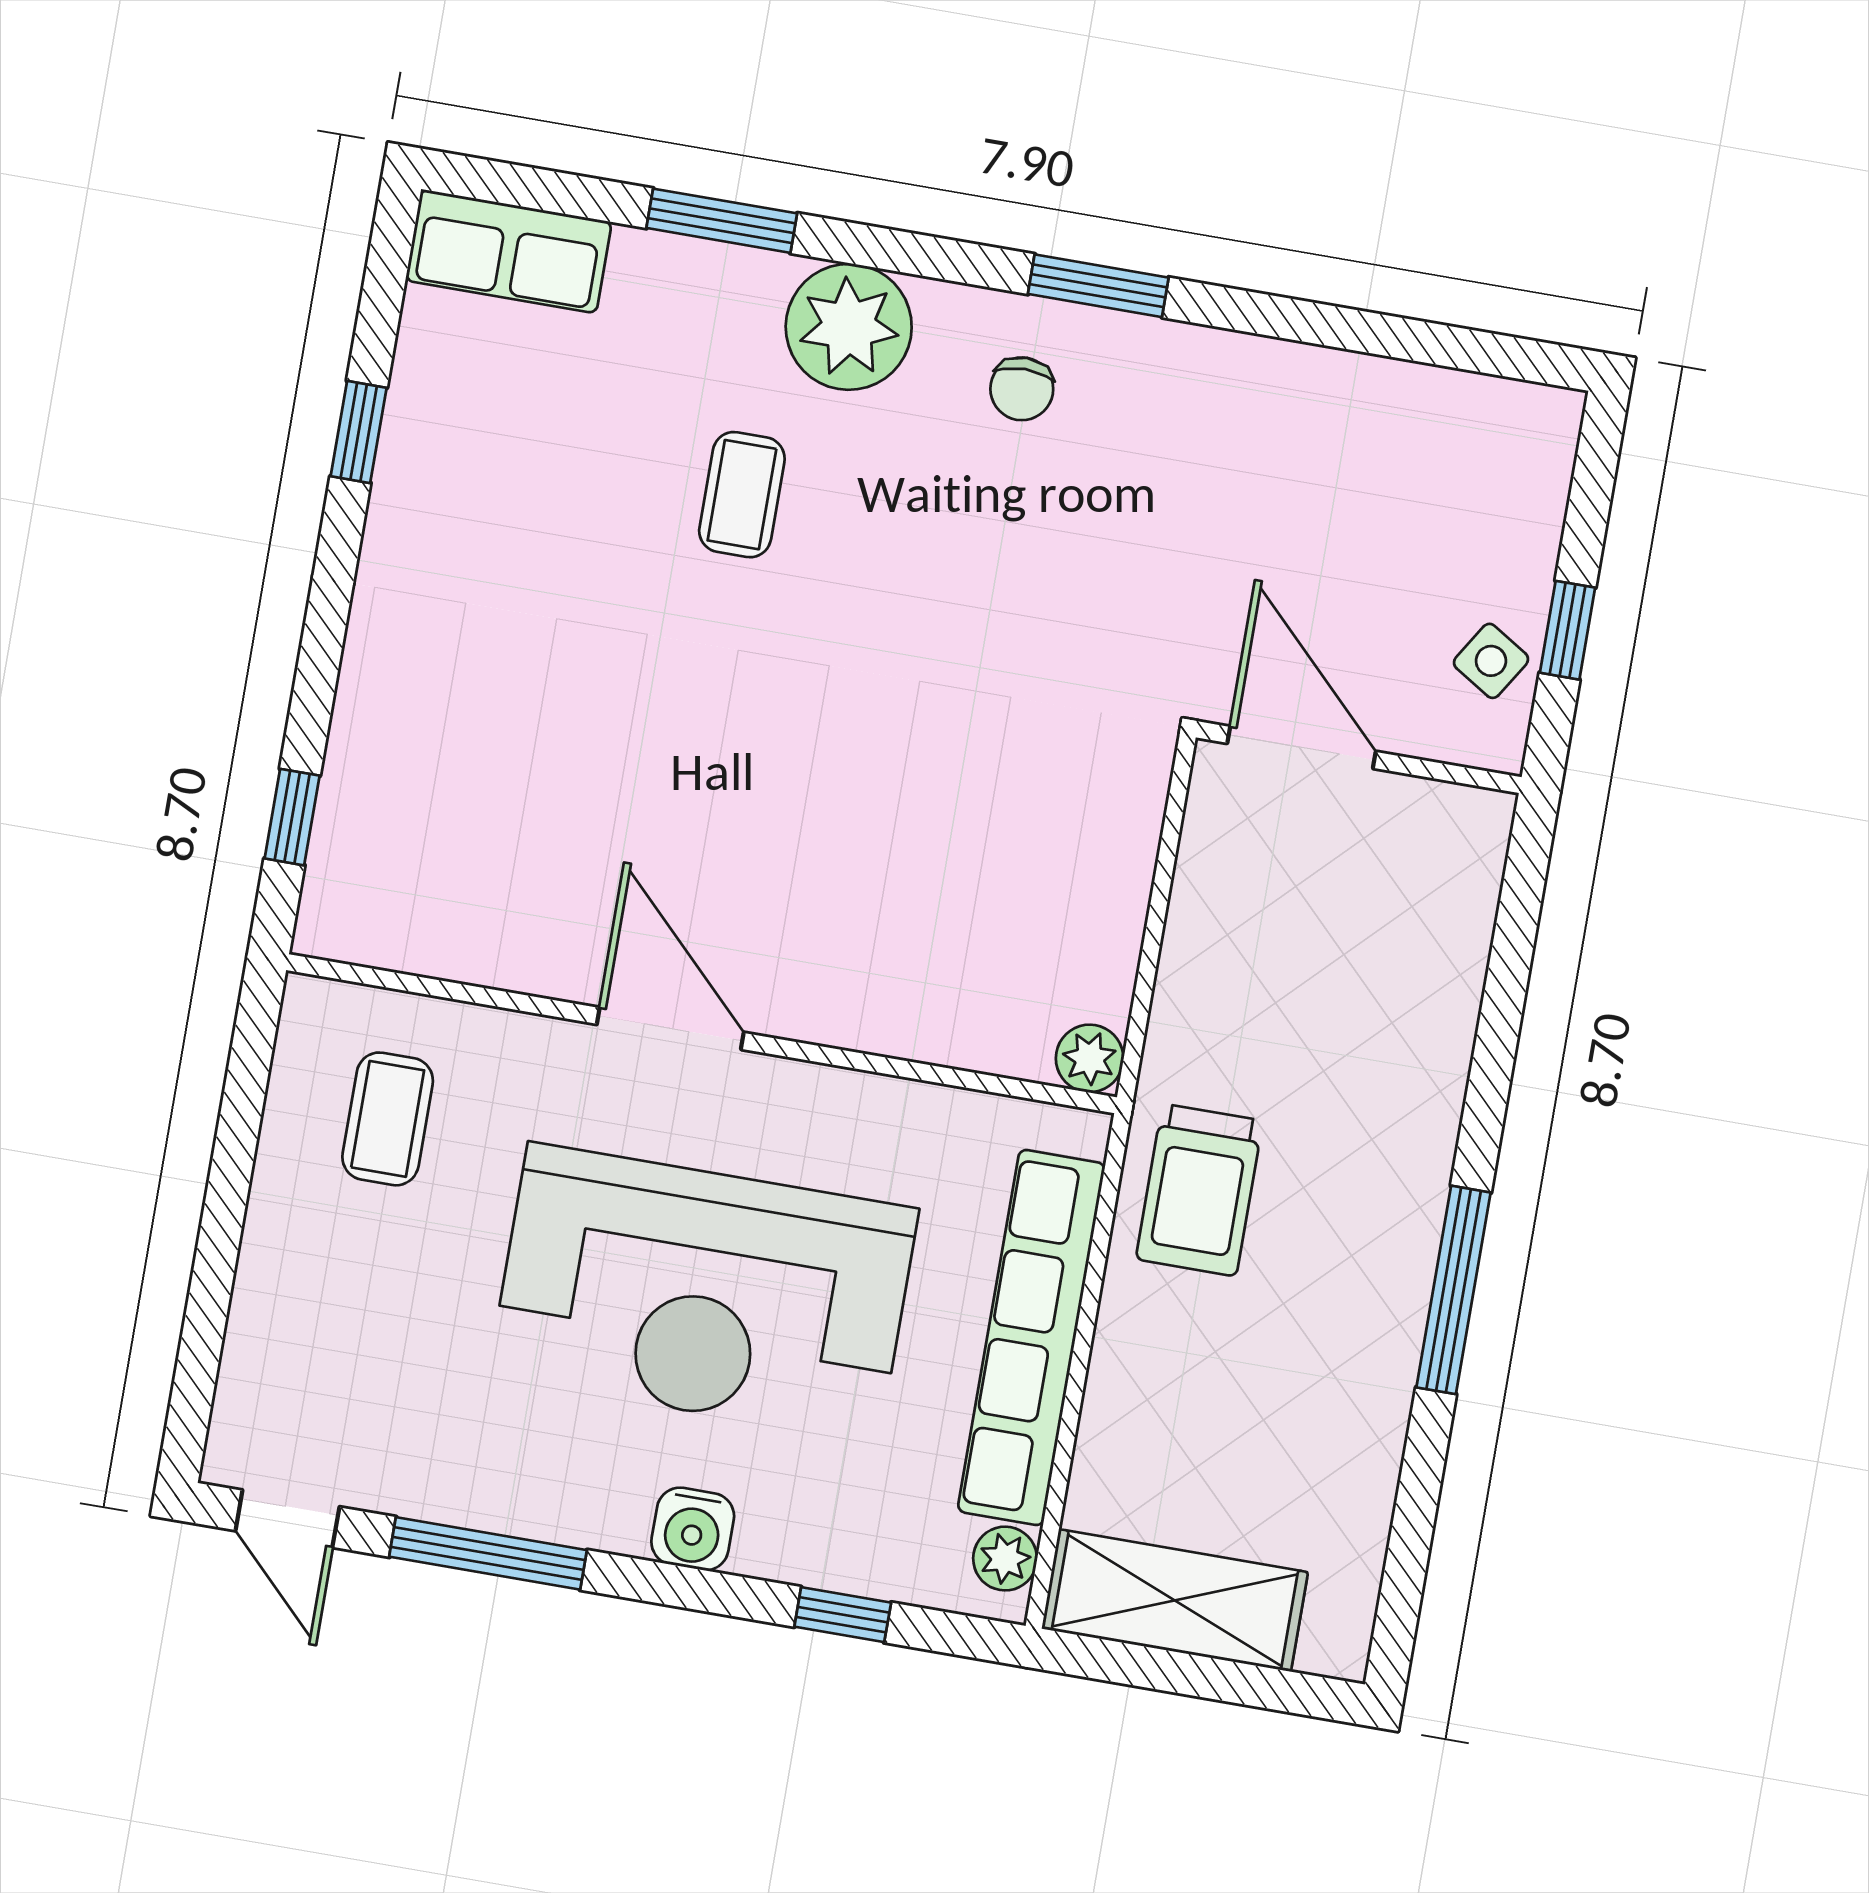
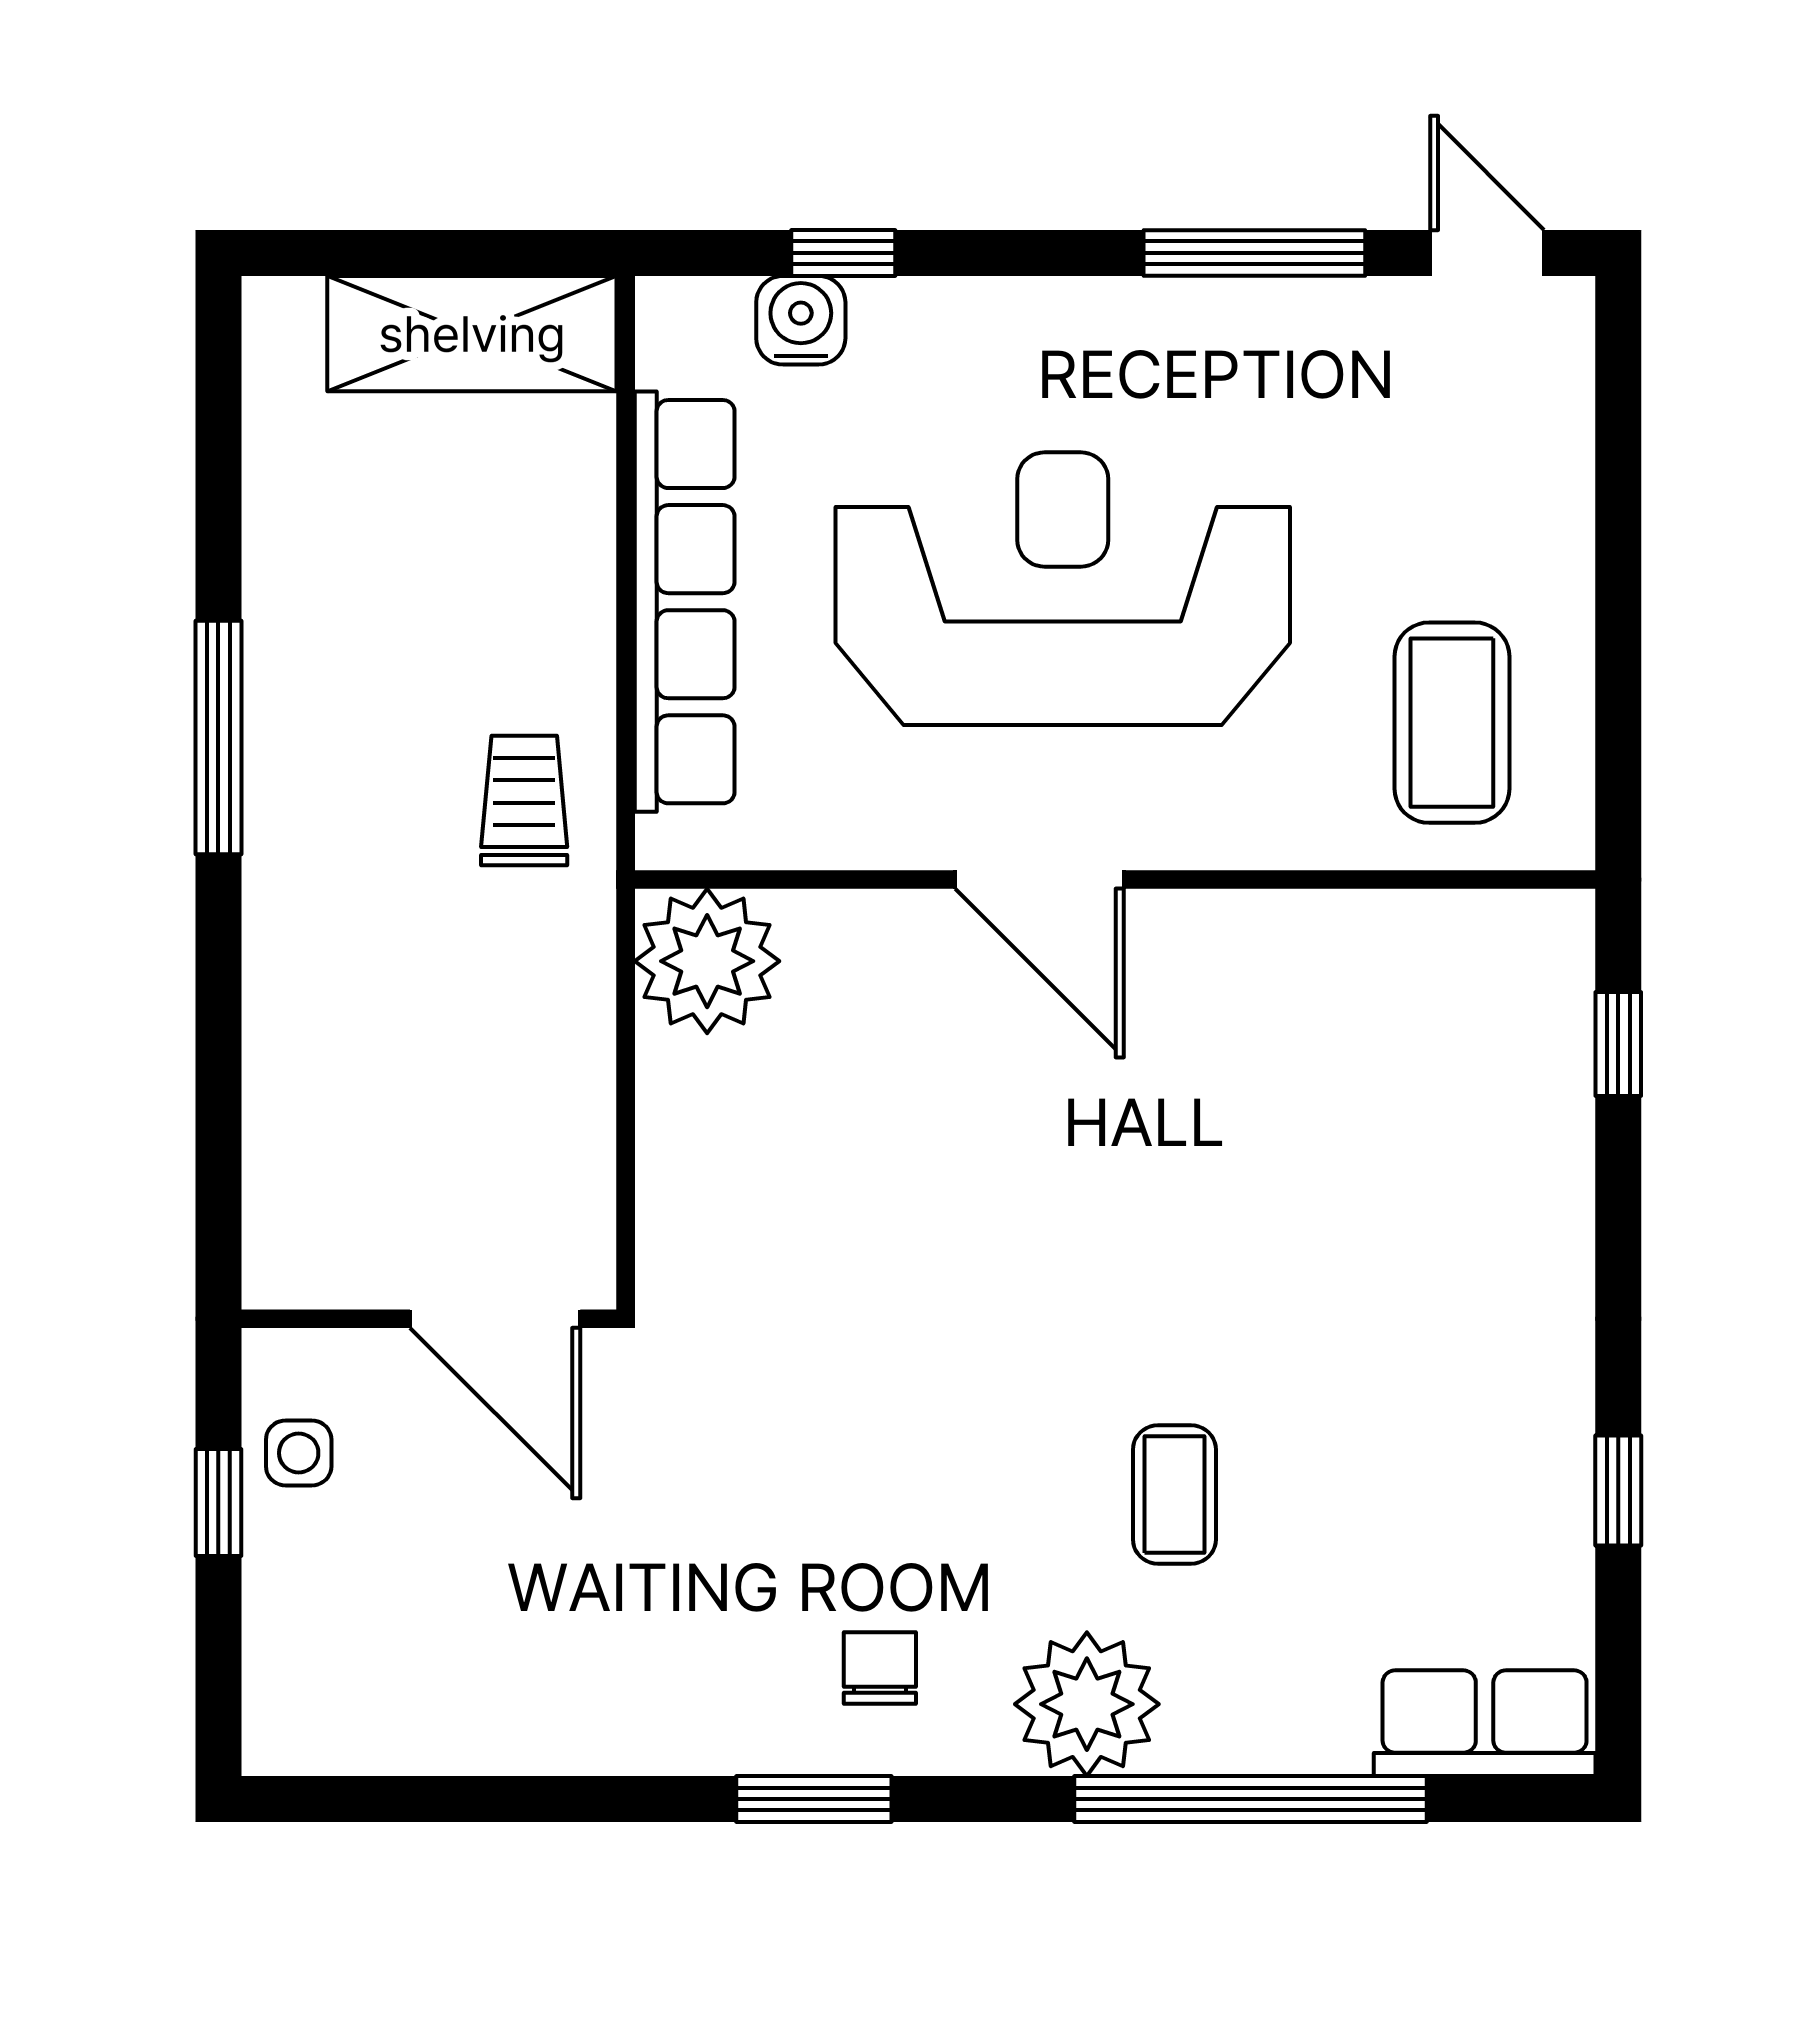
window: (722, 221) -> (1250, 1799), width x2.11
side table: (1491, 661) -> (299, 1453), turned -32
door: (670, 1028) -> (1039, 880), moved
plant: (1090, 1058) -> (707, 961), width x1.87, depth x1.87
coffee table: (388, 1119) -> (1452, 723), width x1.36, depth x1.30
trolley: (1199, 1190) -> (524, 800), width x0.73, depth x0.72
water cooler: (693, 1529) -> (801, 320), moved
plant: (1005, 1559) -> (671, 348), removed

